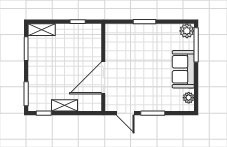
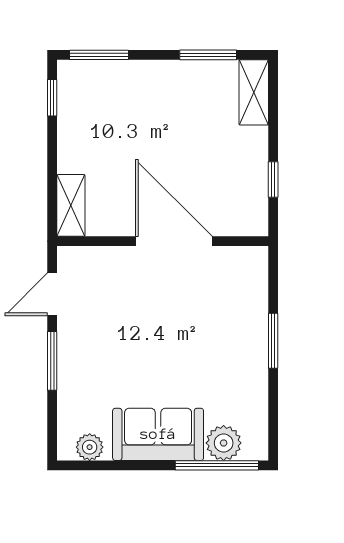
plant: (187, 31) -> (224, 443), moved
door: (103, 78) -> (174, 241), moved
shelving: (64, 105) -> (71, 205), moved

